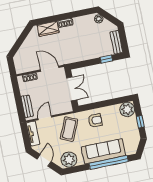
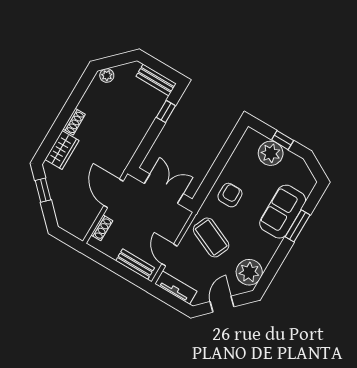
window: (23, 36) -> (43, 190), added
door: (50, 69) -> (113, 193), hinge flipped
plant: (127, 109) -> (271, 153), moved
sofa: (104, 151) -> (283, 212), width x0.73
door: (44, 160) -> (222, 304), hinge flipped
window: (109, 162) -> (298, 226), width x0.47

